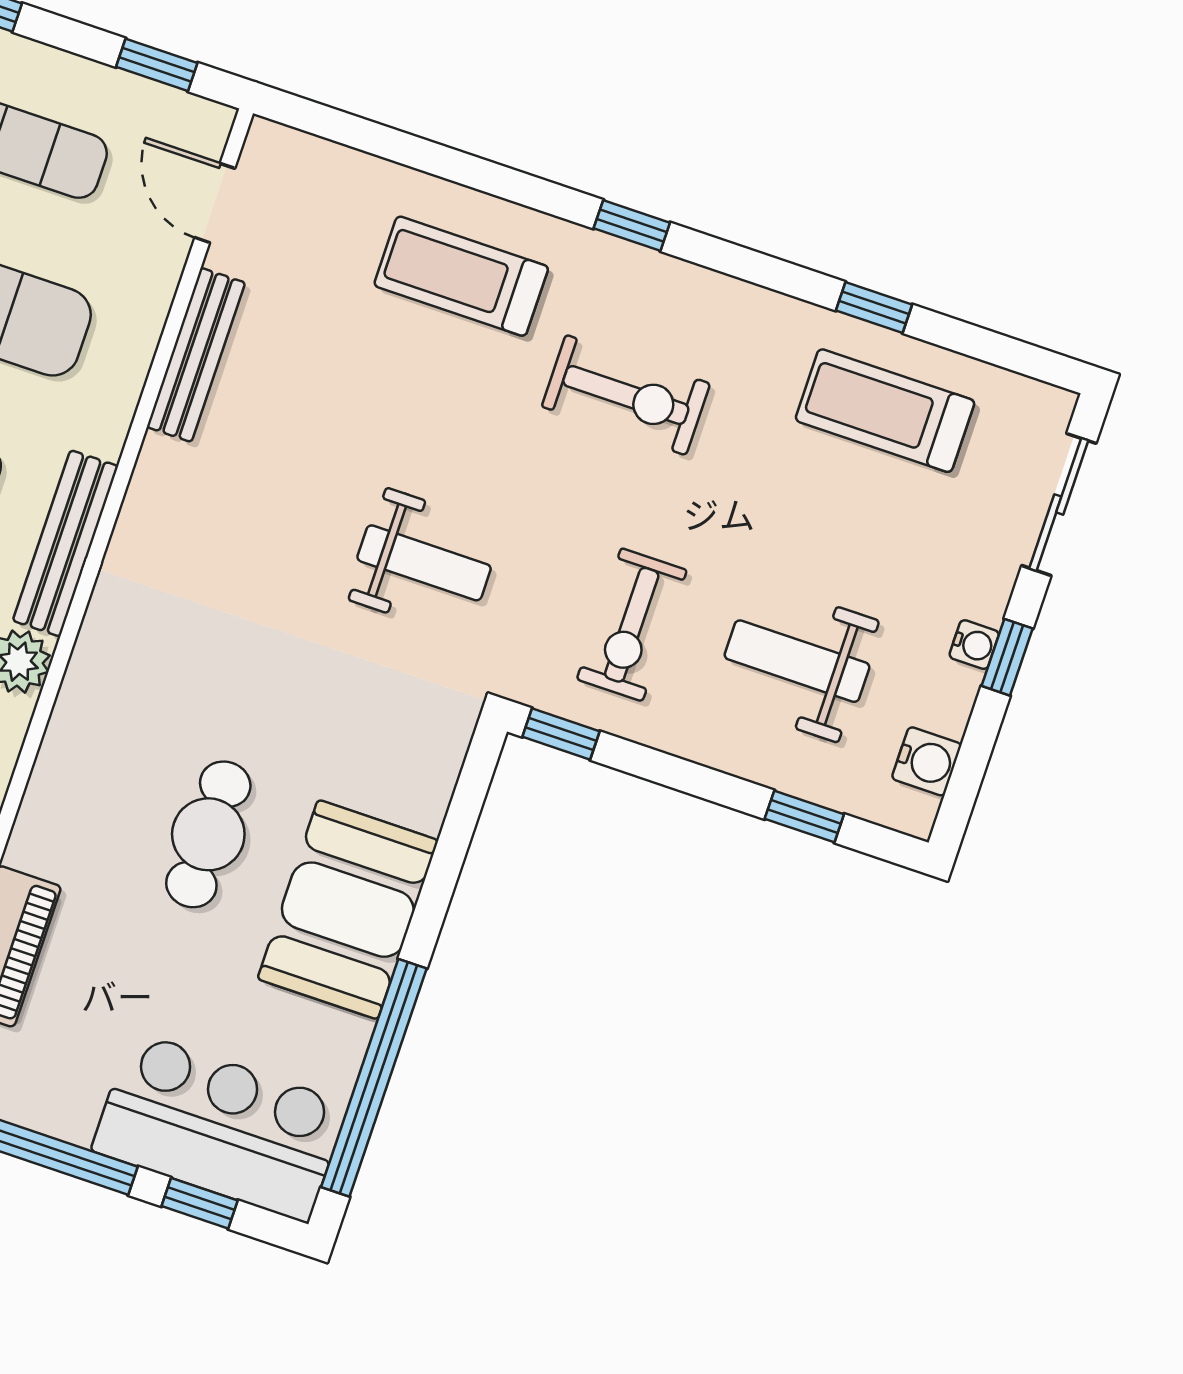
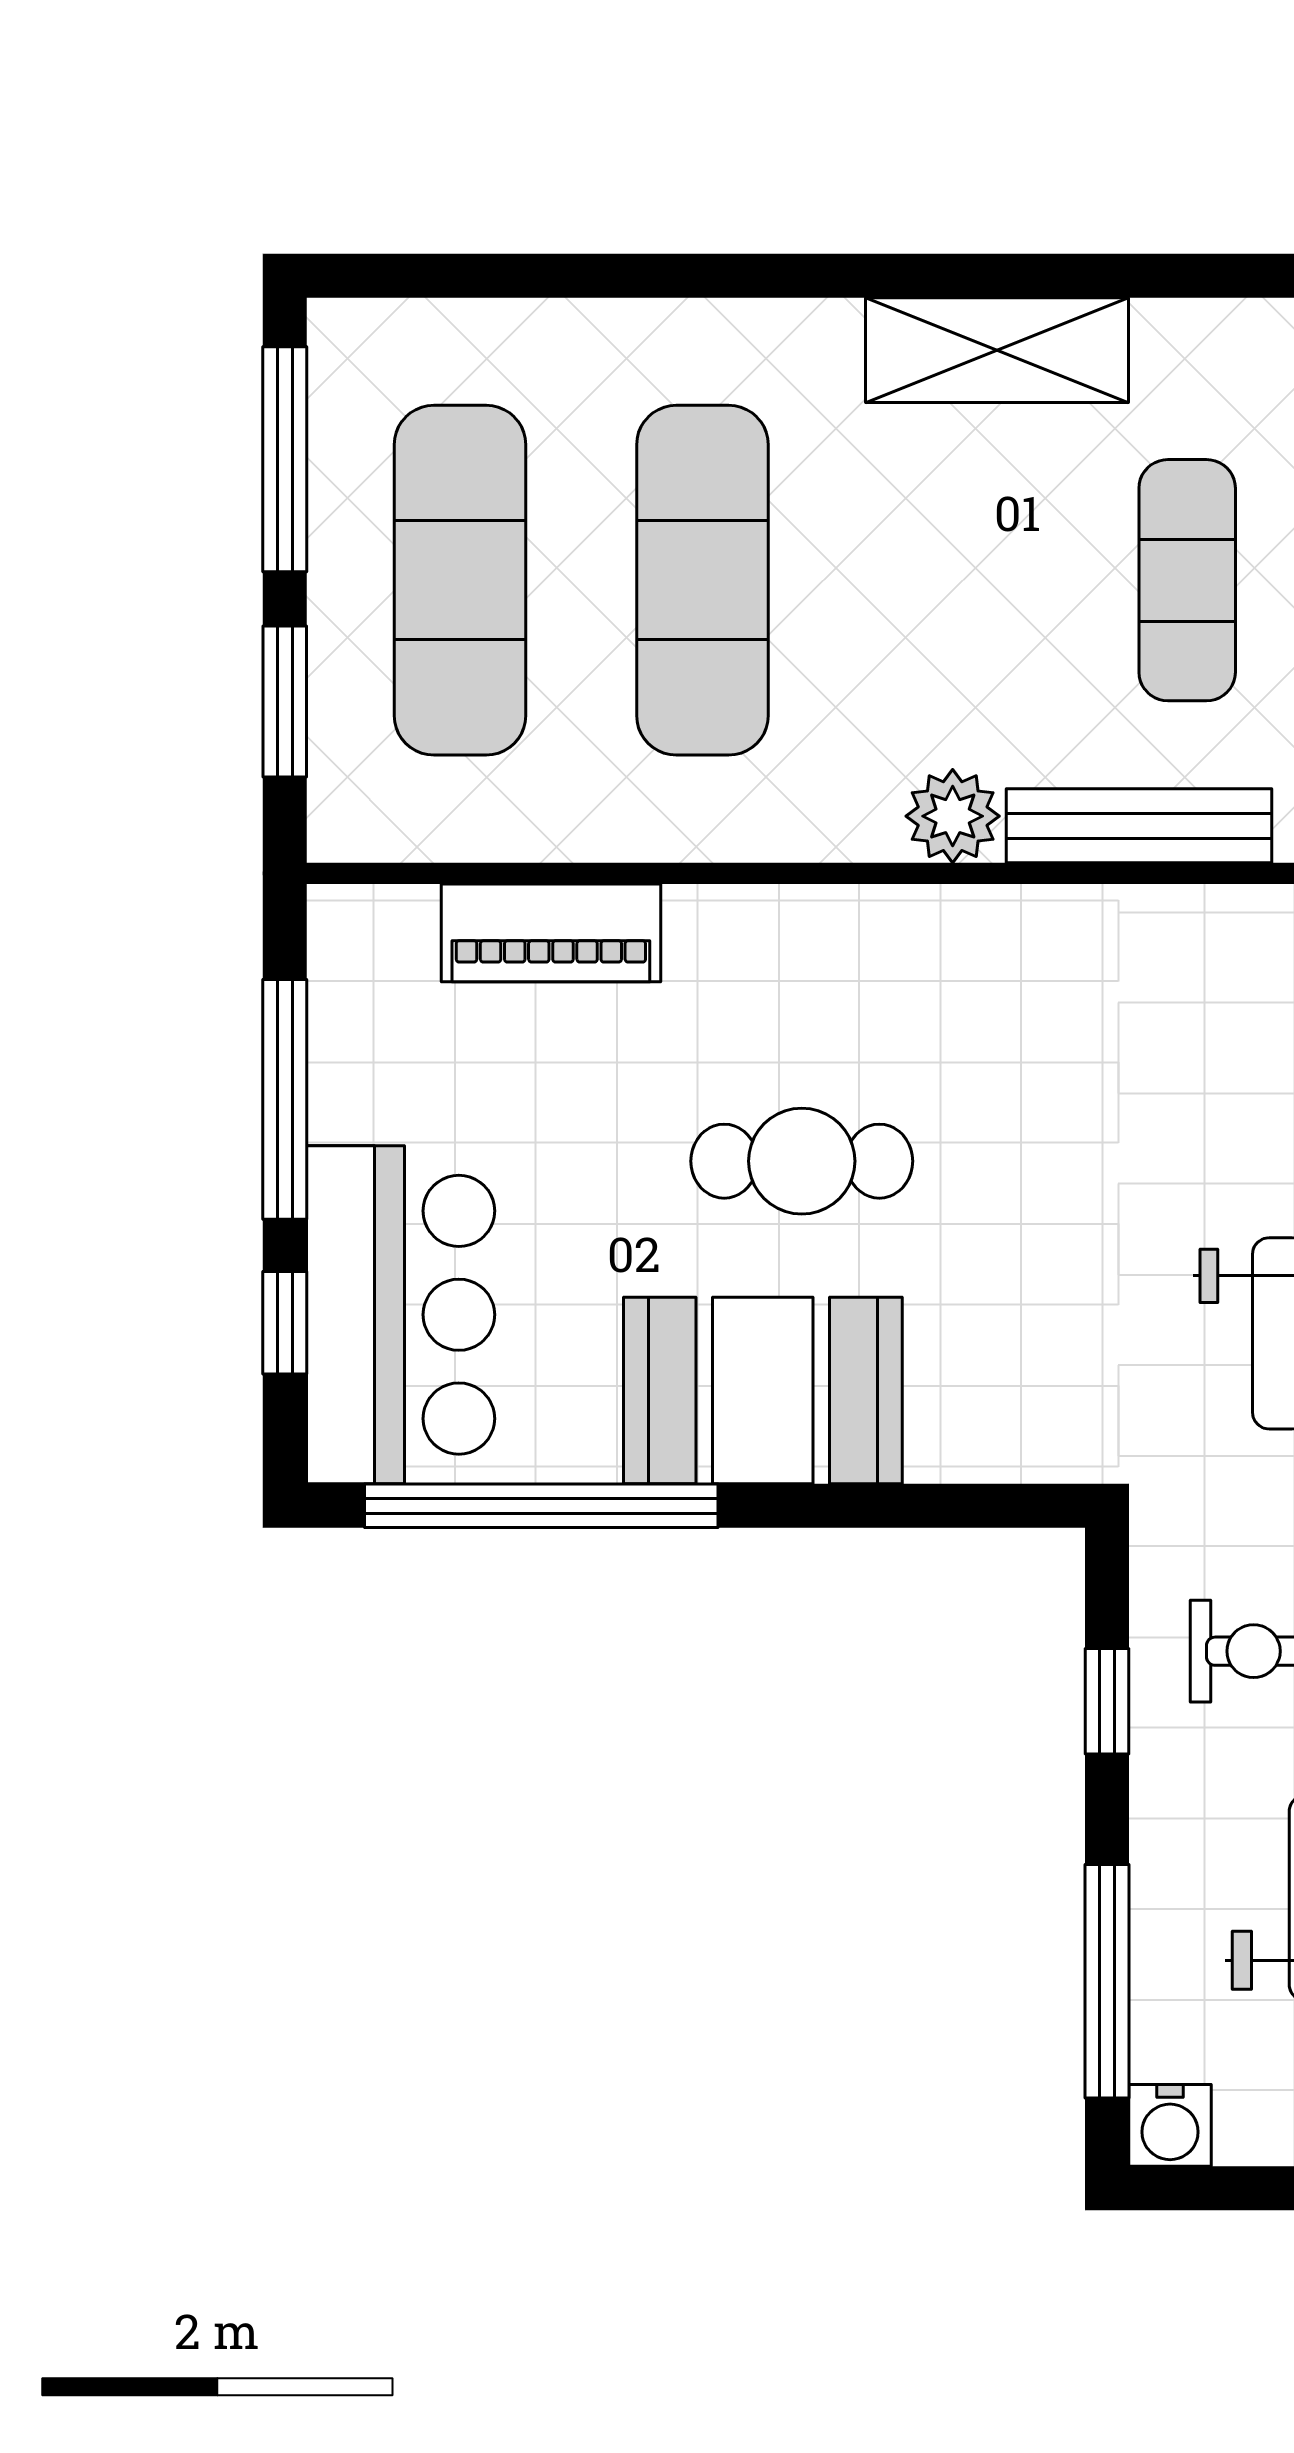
window: (561, 734) -> (1107, 1701), moved
water cooler: (927, 761) -> (1170, 2125), moved
window: (804, 816) -> (1107, 1981), width x2.17

